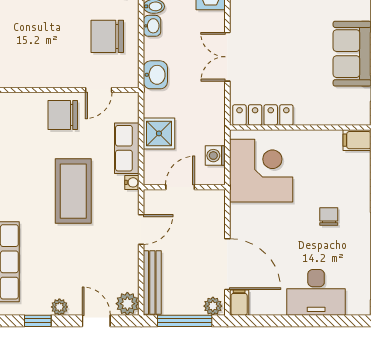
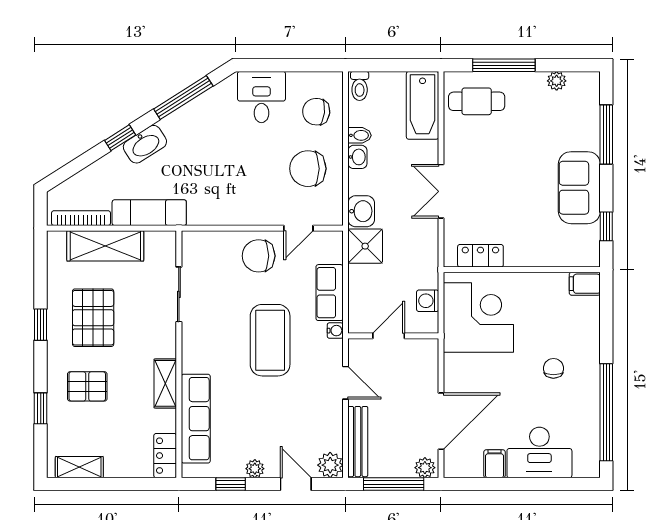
locker: (263, 115) -> (480, 256), width x0.66
shower: (159, 133) -> (365, 246), moved
door: (141, 229) -> (345, 383), hinge flipped
door: (227, 264) -> (441, 421), hinge flipped
filing cabinet: (239, 303) -> (495, 464), moved

